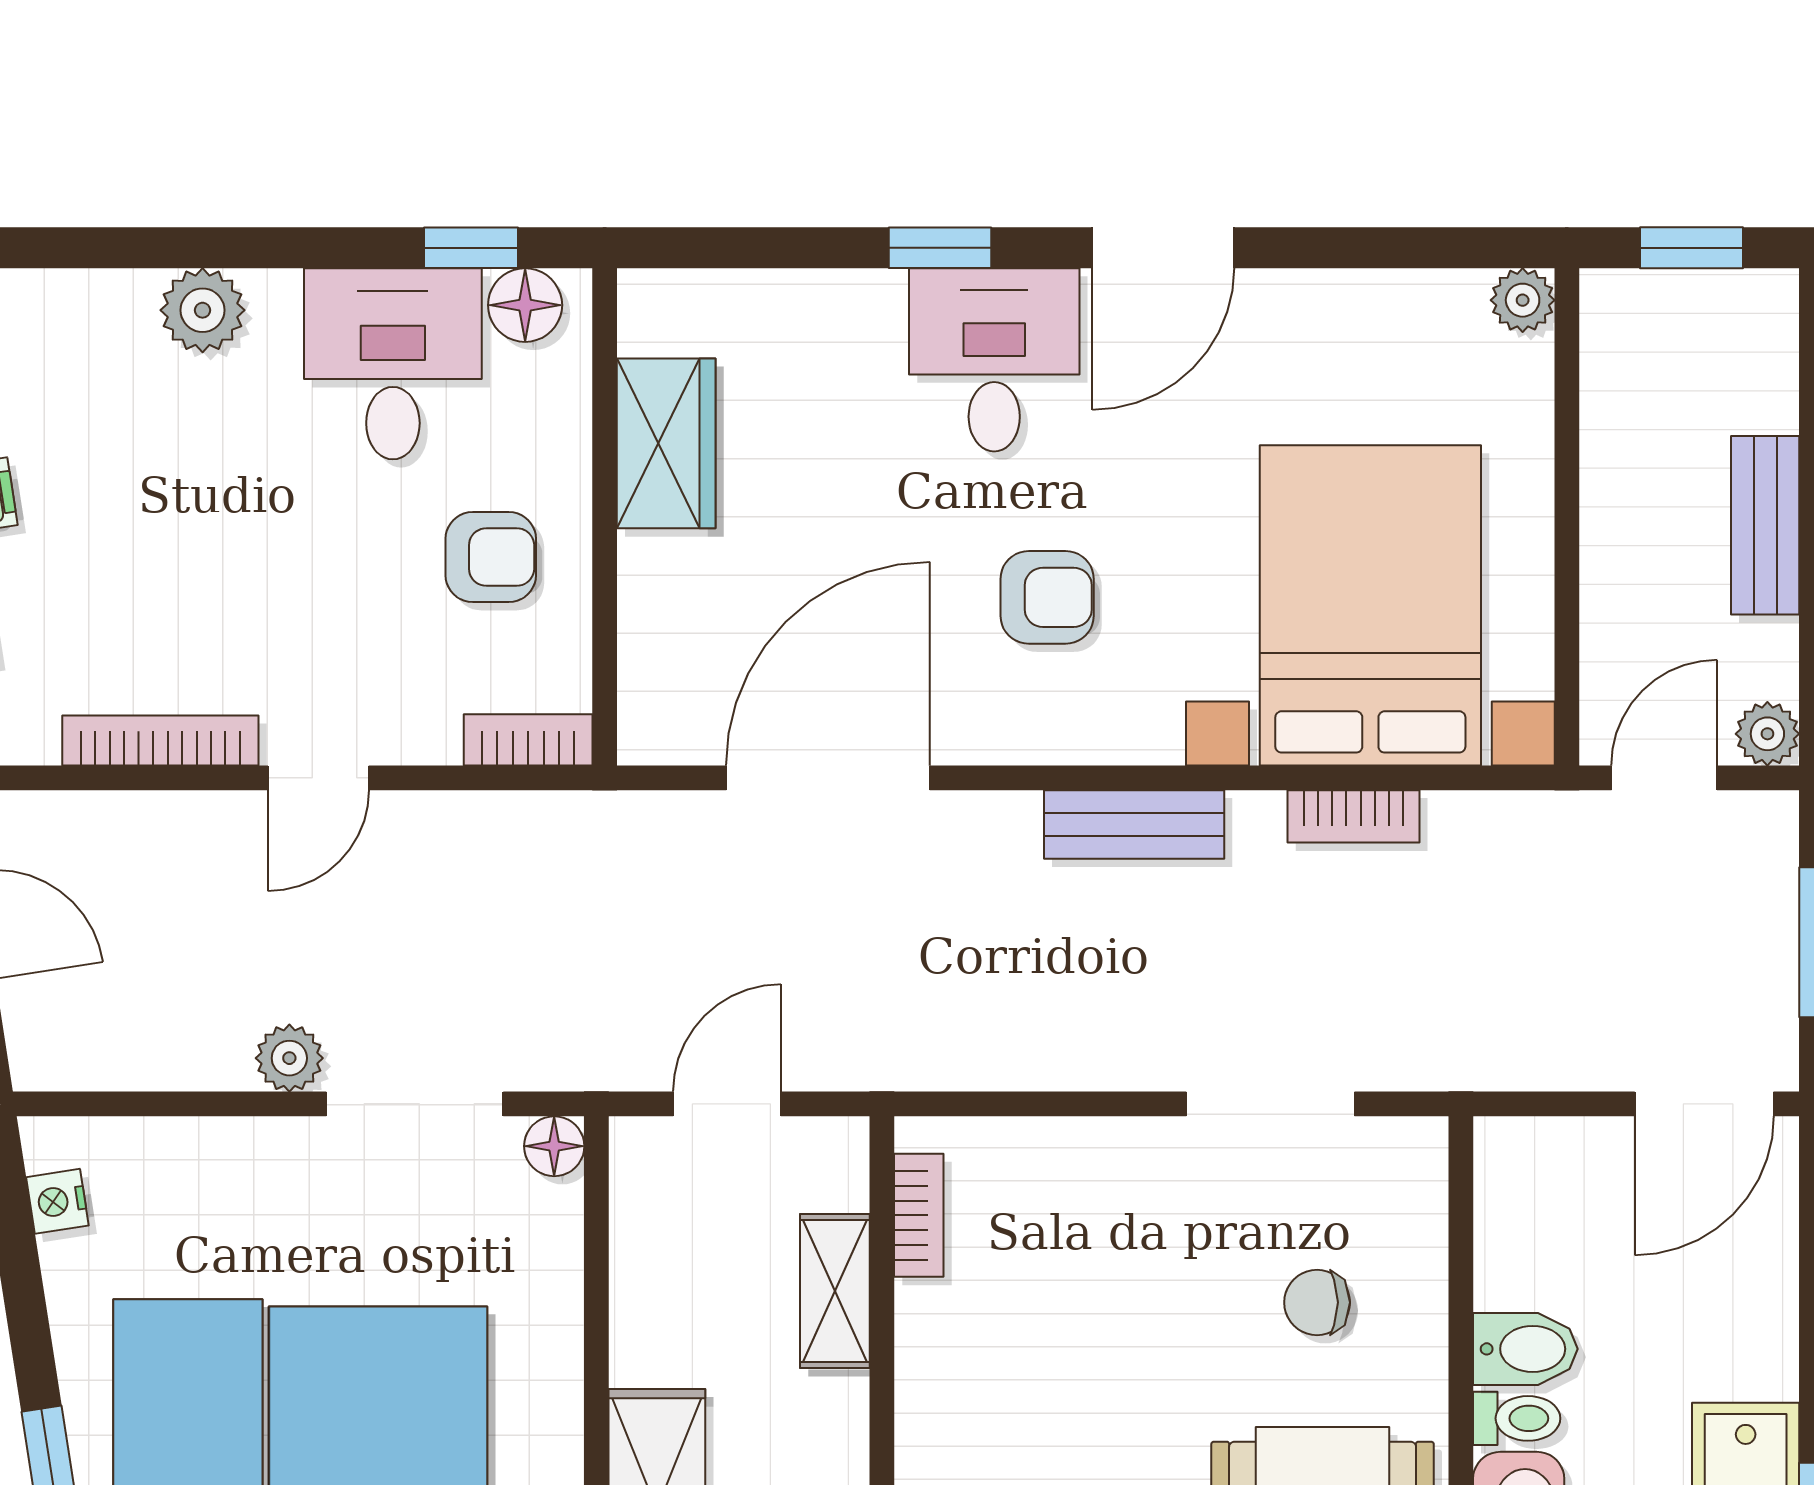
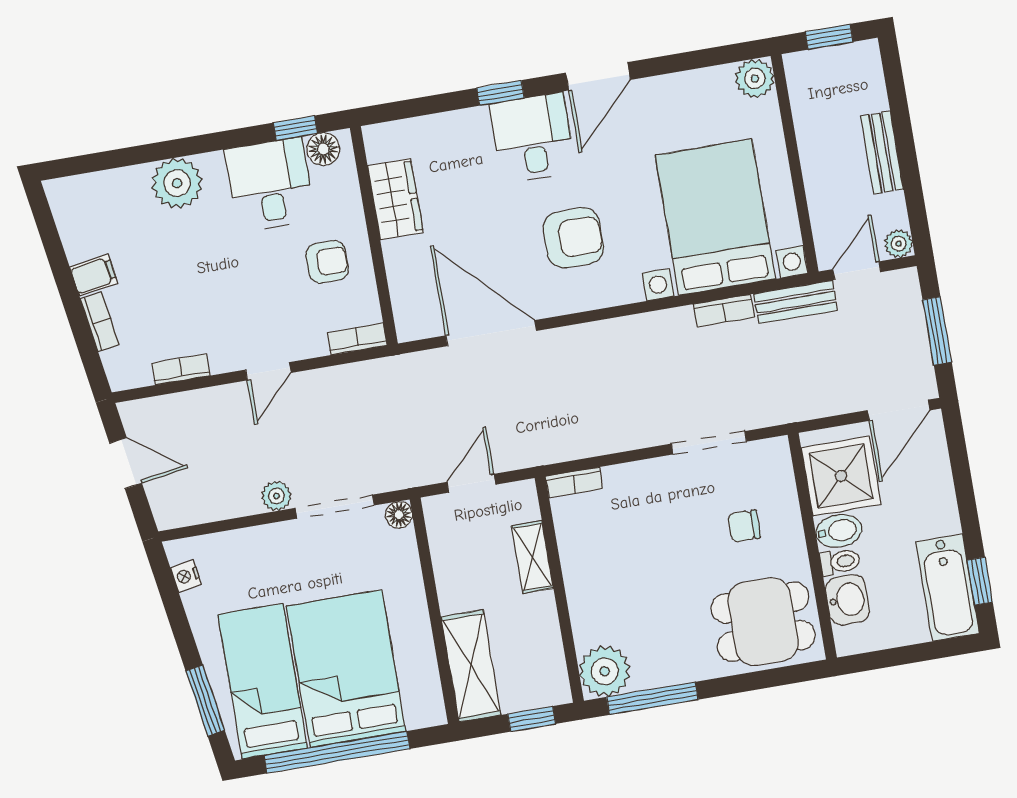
plant: (1523, 300) -> (755, 78), width x1.38, depth x1.38
plant: (203, 310) -> (177, 183), width x1.36, depth x1.36
armchair: (1047, 597) -> (573, 238), width x1.38, depth x1.38
bookcase: (160, 740) -> (181, 369), width x0.64
door: (828, 778) -> (491, 333), hinge flipped
bench: (1134, 824) -> (795, 302), moved
bookcase: (919, 1215) -> (574, 482), moved, turned 90
shower: (1551, 1228) -> (841, 476), added

